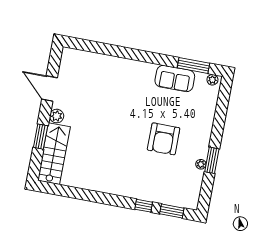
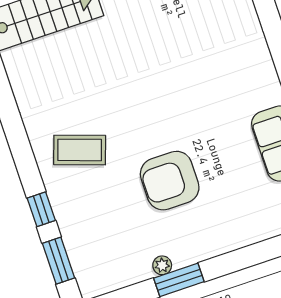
coffee table: (126, 173) -> (80, 150), added

